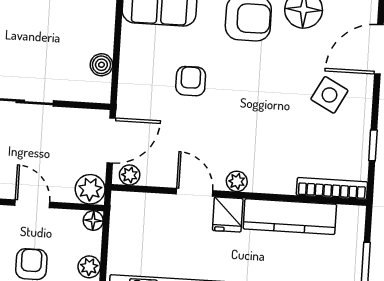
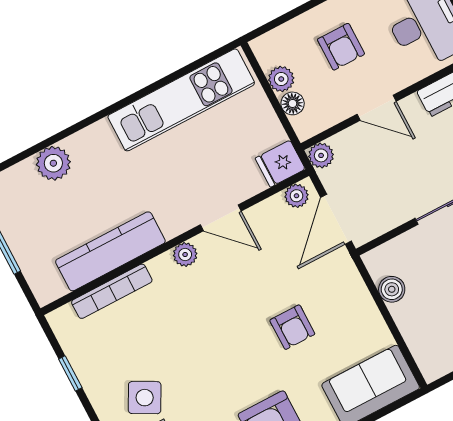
bookcase: (332, 188) -> (112, 291), moved
plant: (90, 189) -> (321, 155), width x0.73, depth x0.73
fridge: (228, 214) -> (280, 164), moved, turned -90
floor lamp: (93, 221) -> (293, 103), moved

